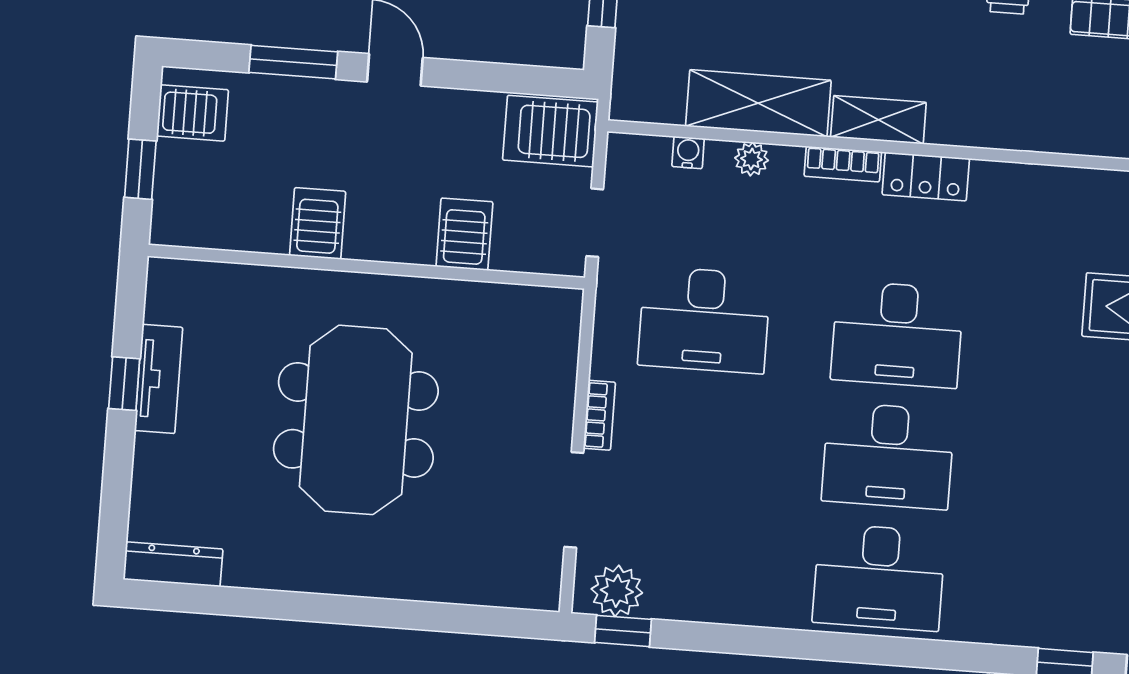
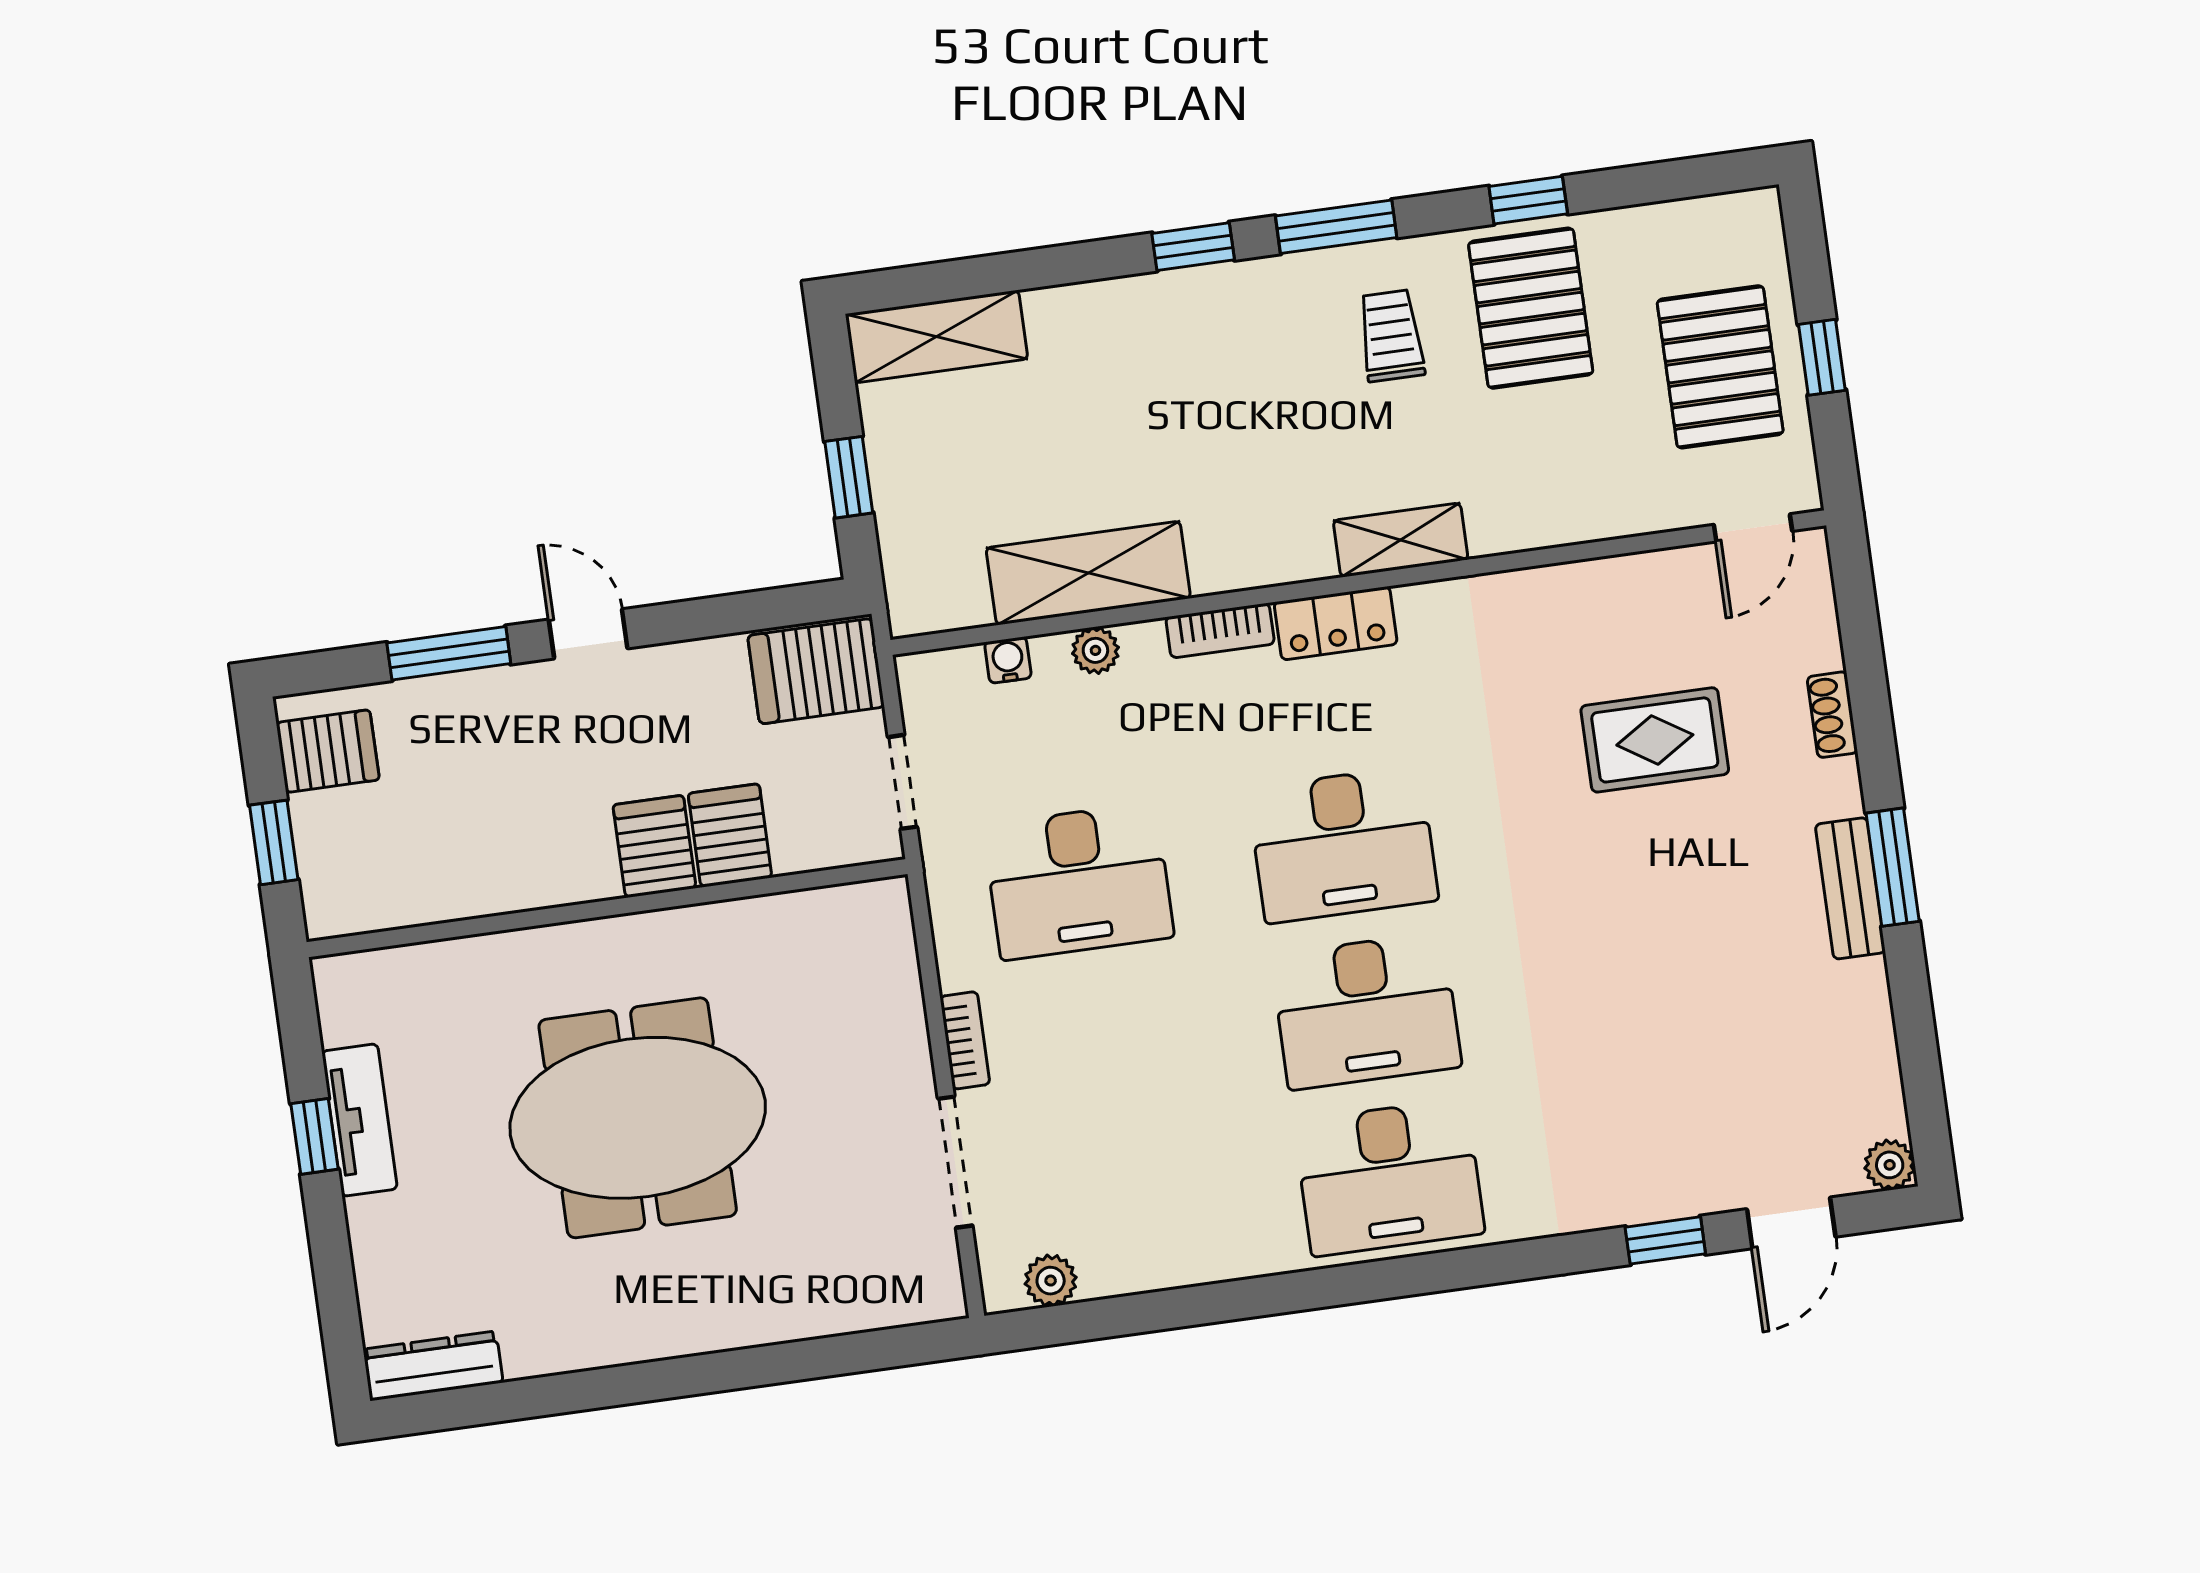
shelving: (878, 120) -> (1401, 540), moved
server rack: (318, 223) -> (654, 846), moved
meeting table: (356, 420) -> (638, 1118), turned 90
plant: (617, 591) -> (1051, 1281), width x0.73, depth x0.73
window: (623, 631) -> (1060, 1324), removed

